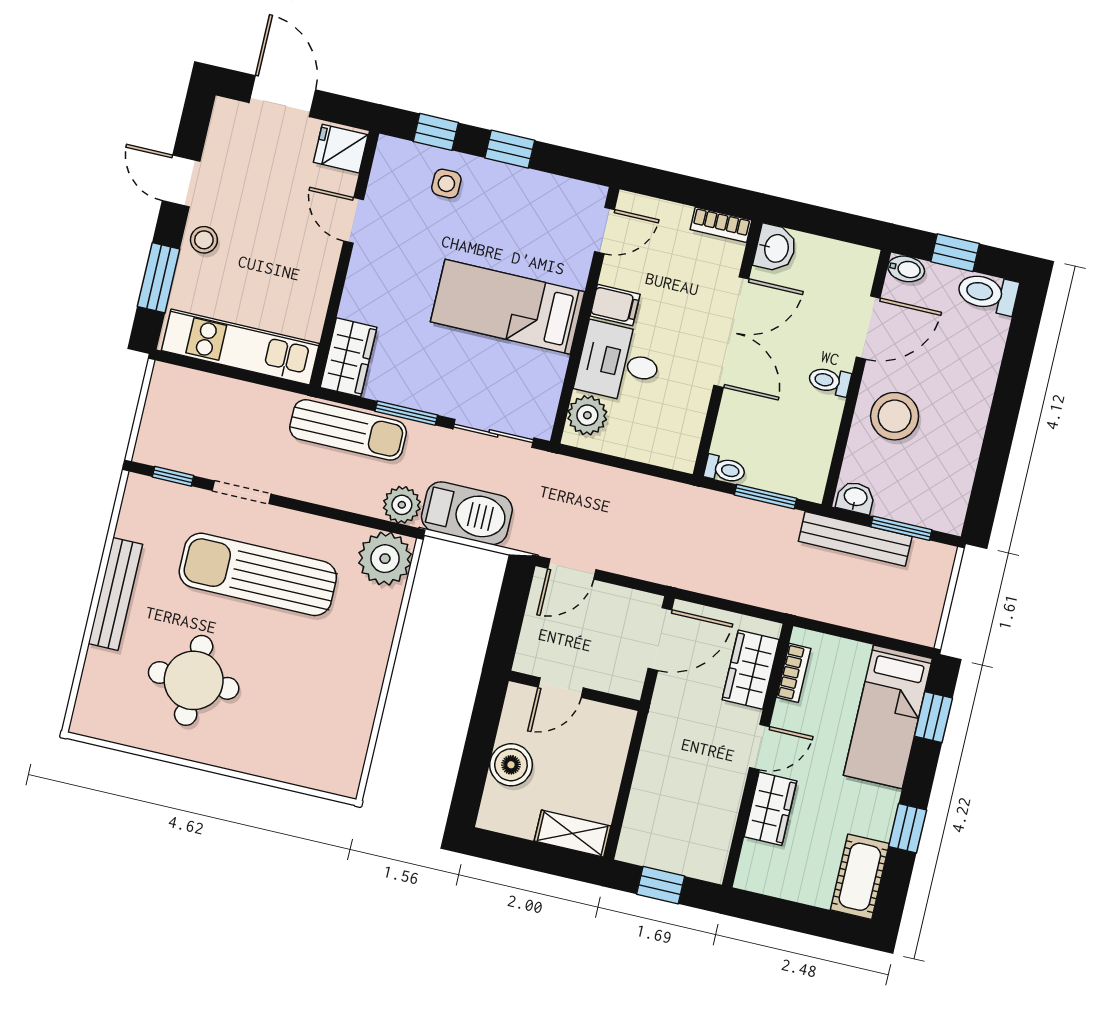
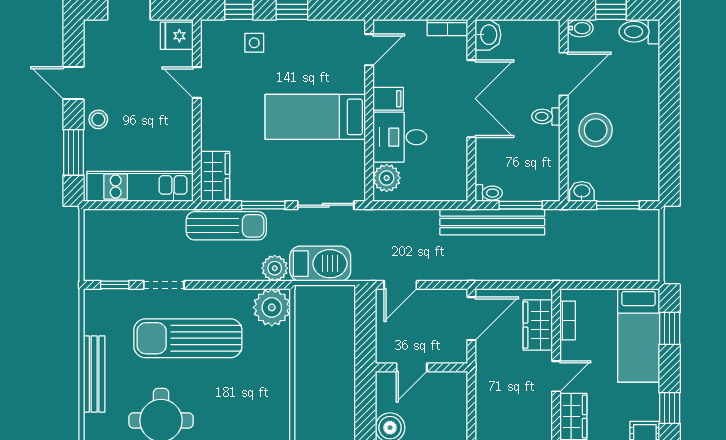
bench: (855, 539) -> (492, 222), moved, width x1.37, depth x1.21

